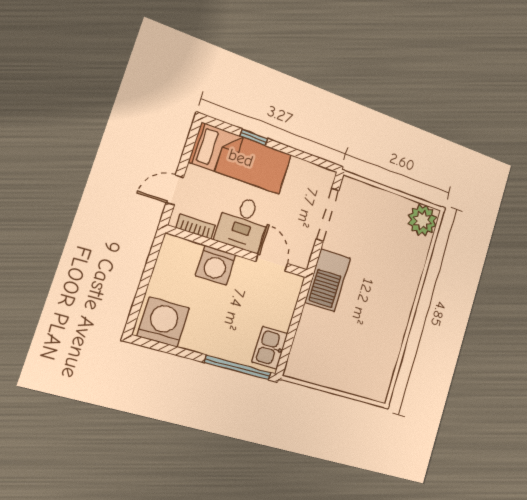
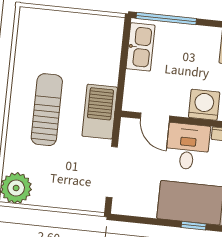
sun lounger: (379, 293) -> (47, 110), added
kitchen sink: (270, 348) -> (141, 47), width x1.38

